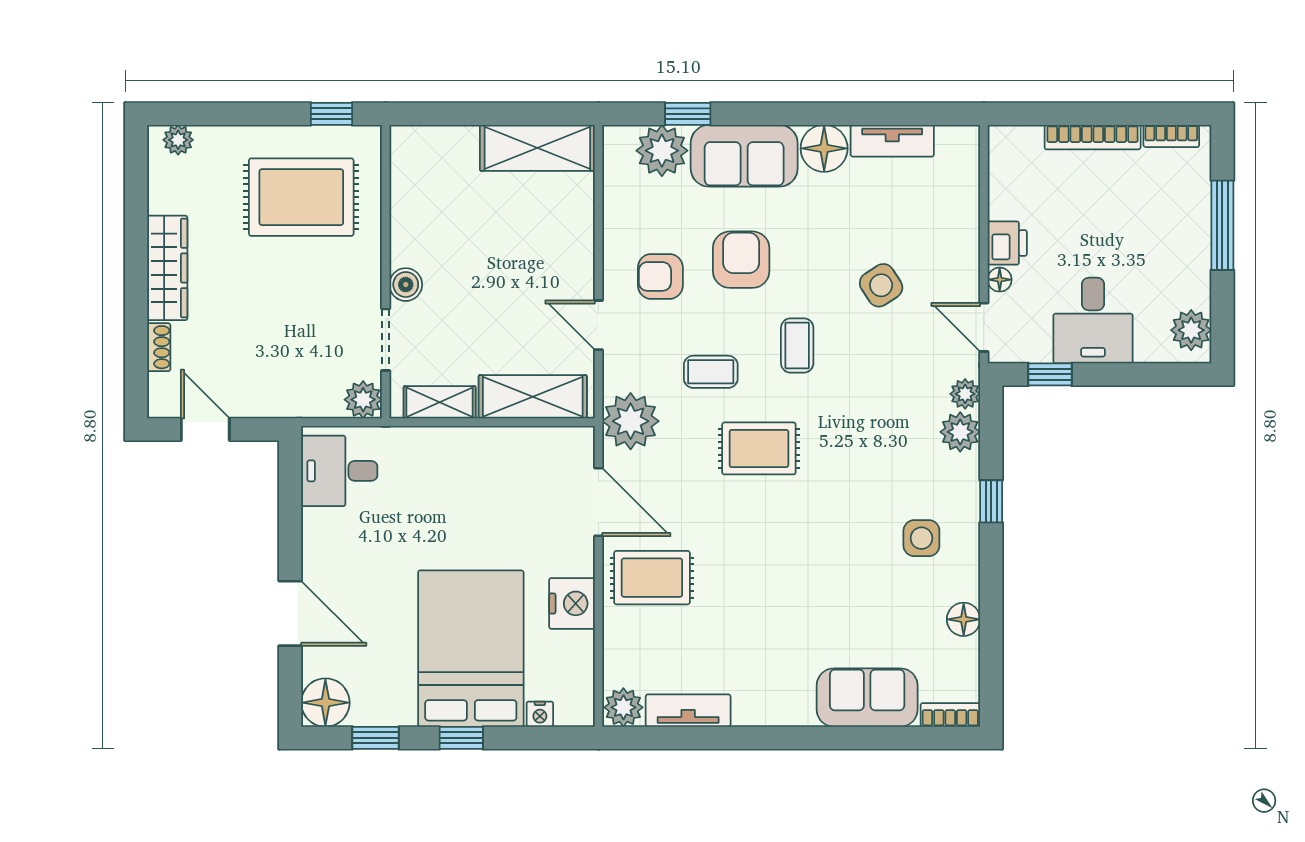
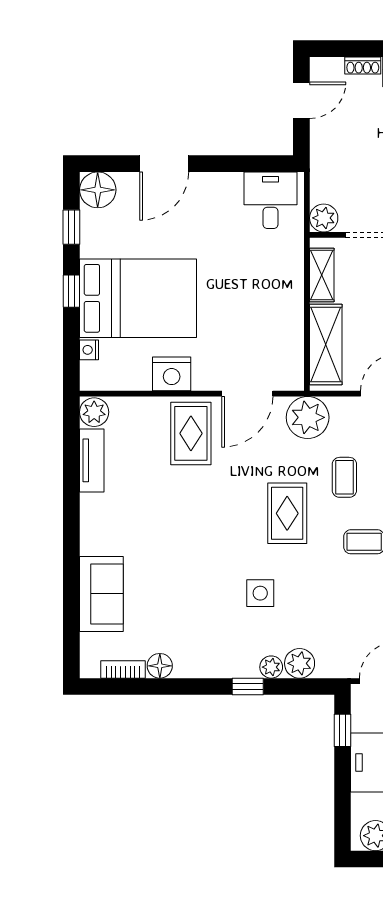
plant: (965, 394) -> (271, 667), moved
side table: (921, 538) -> (260, 593), moved
bookcase: (950, 715) -> (123, 669), moved, turned -90

